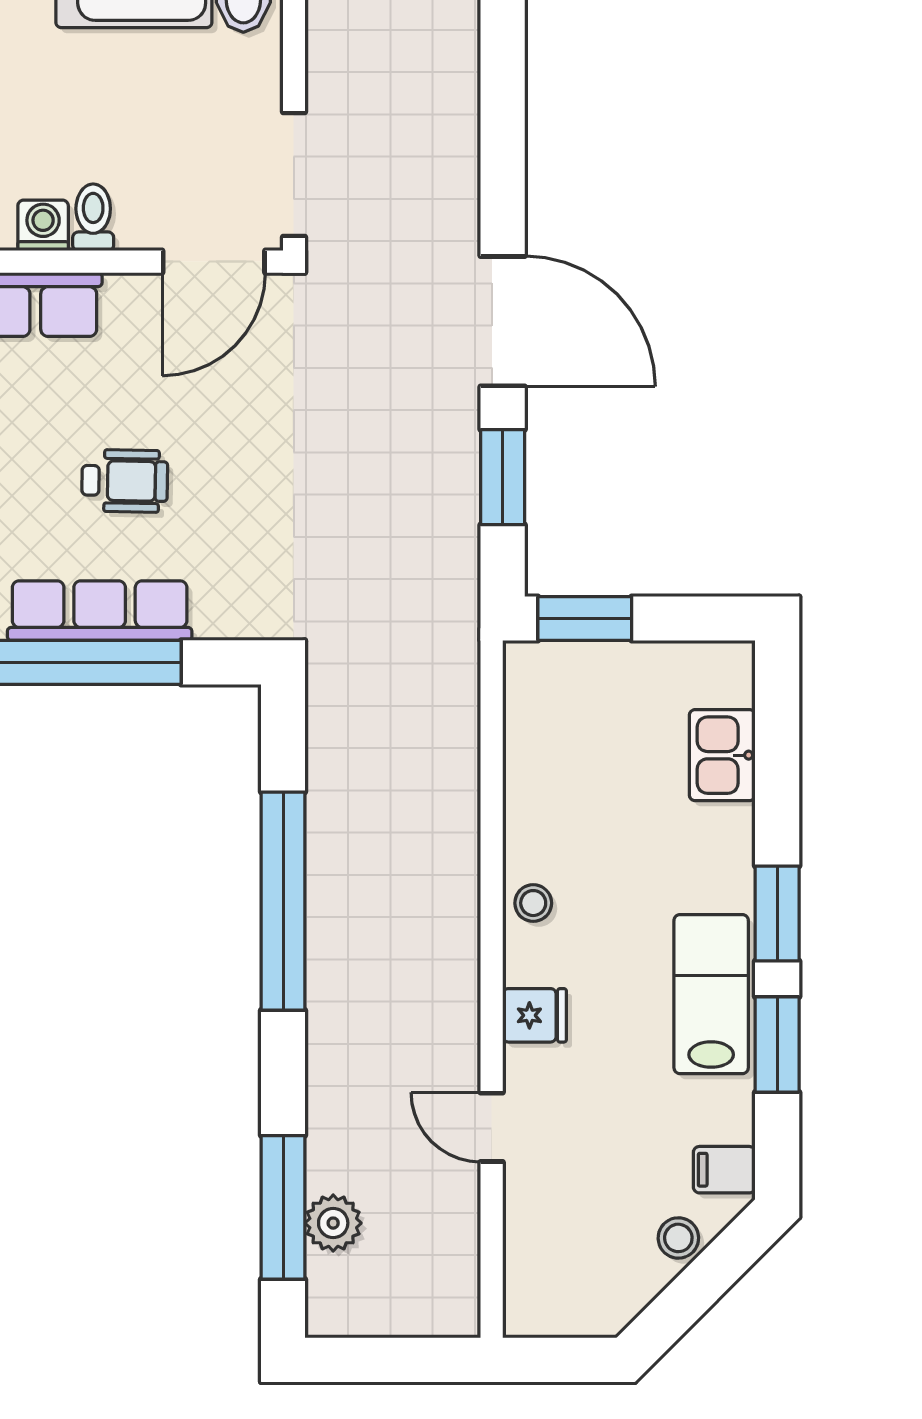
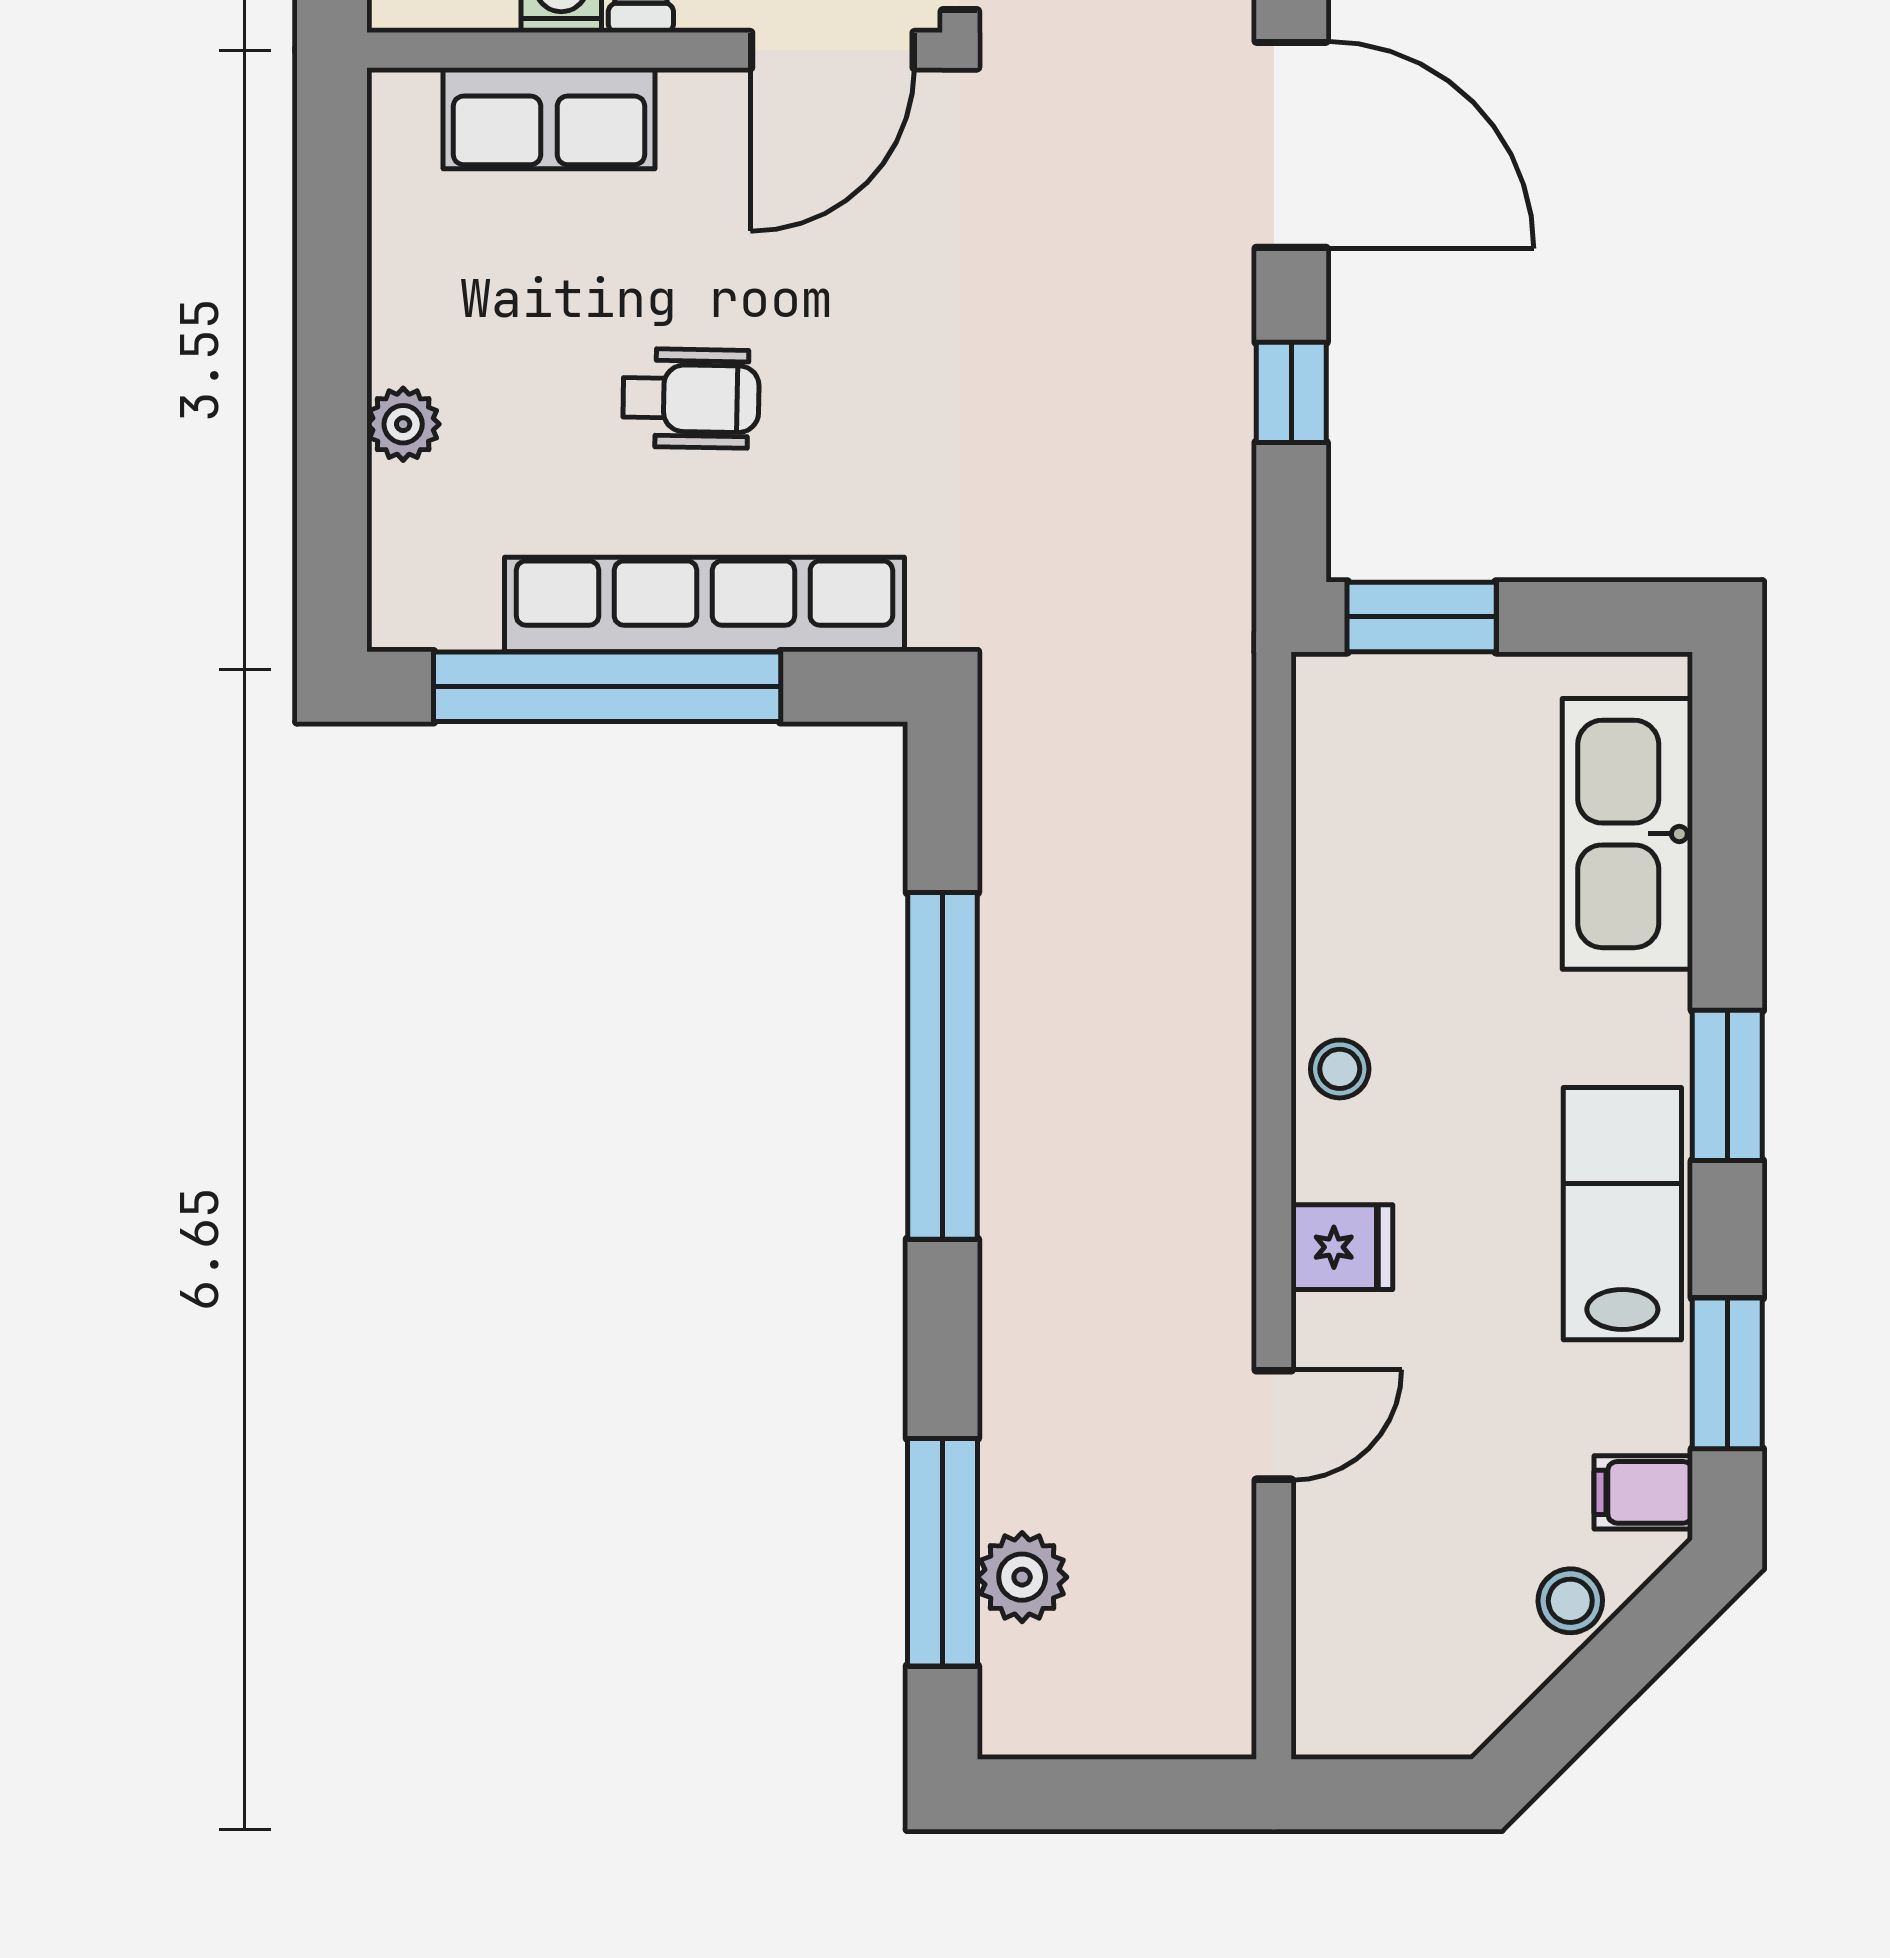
window: (503, 477) -> (1291, 392), width x0.67
row of seats: (100, 611) -> (704, 604), width x1.36
kitchen sink: (722, 755) -> (1627, 834), width x1.87, depth x1.24
window: (777, 1044) -> (1727, 1373), moved
door: (492, 1127) -> (1274, 1425), swing flipped

